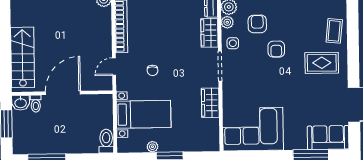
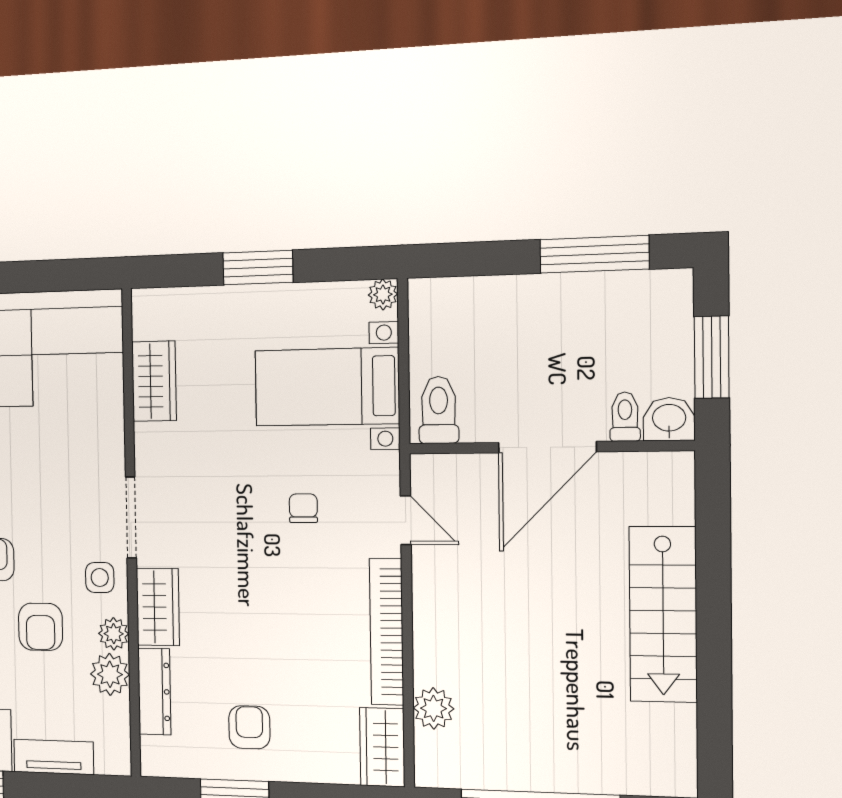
stairs: (23, 57) -> (663, 614), moved
door: (114, 67) -> (406, 520), hinge flipped
wardrobe: (210, 103) -> (154, 381), moved
toilet: (106, 141) -> (439, 410), moved, turned 180
plant: (152, 147) -> (383, 294), moved

